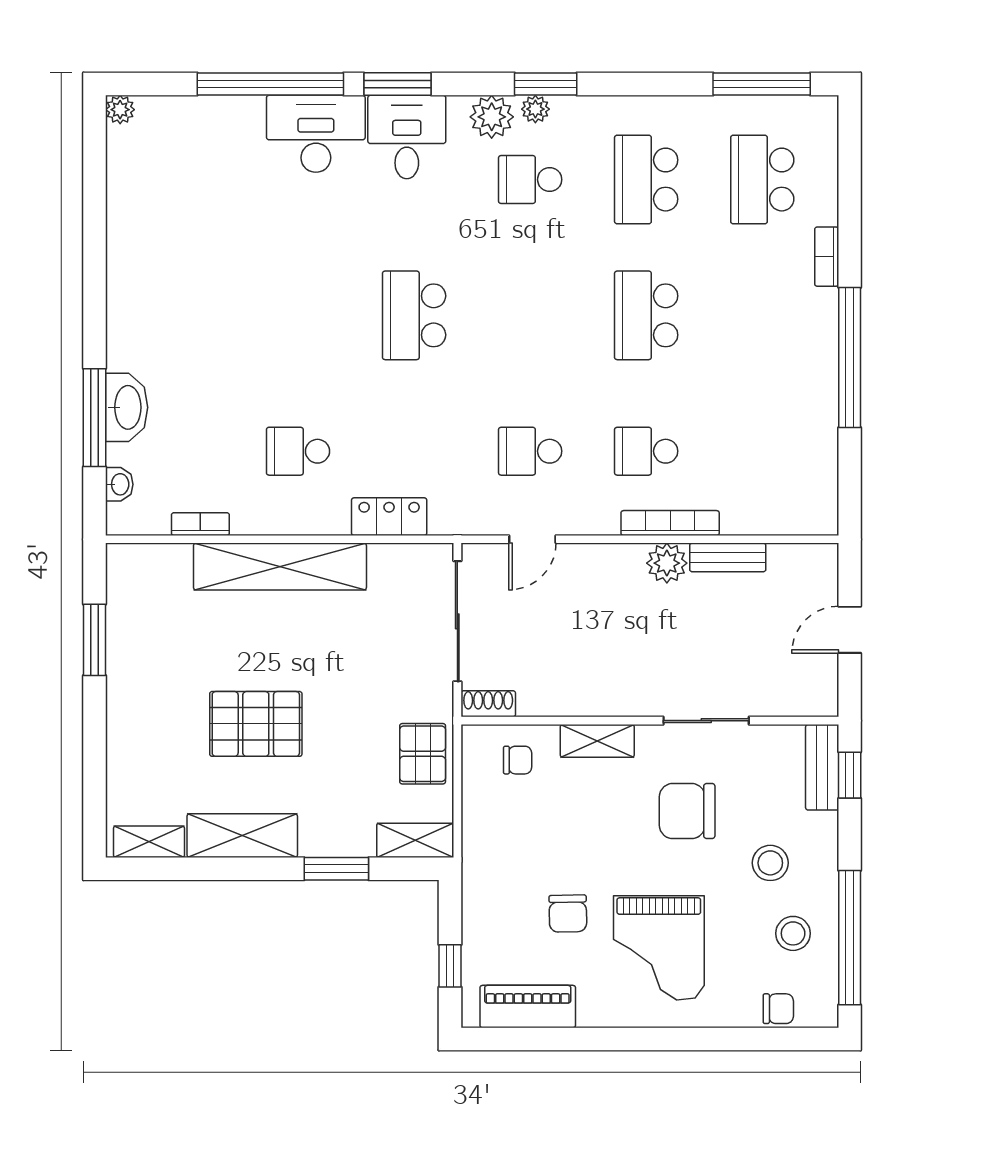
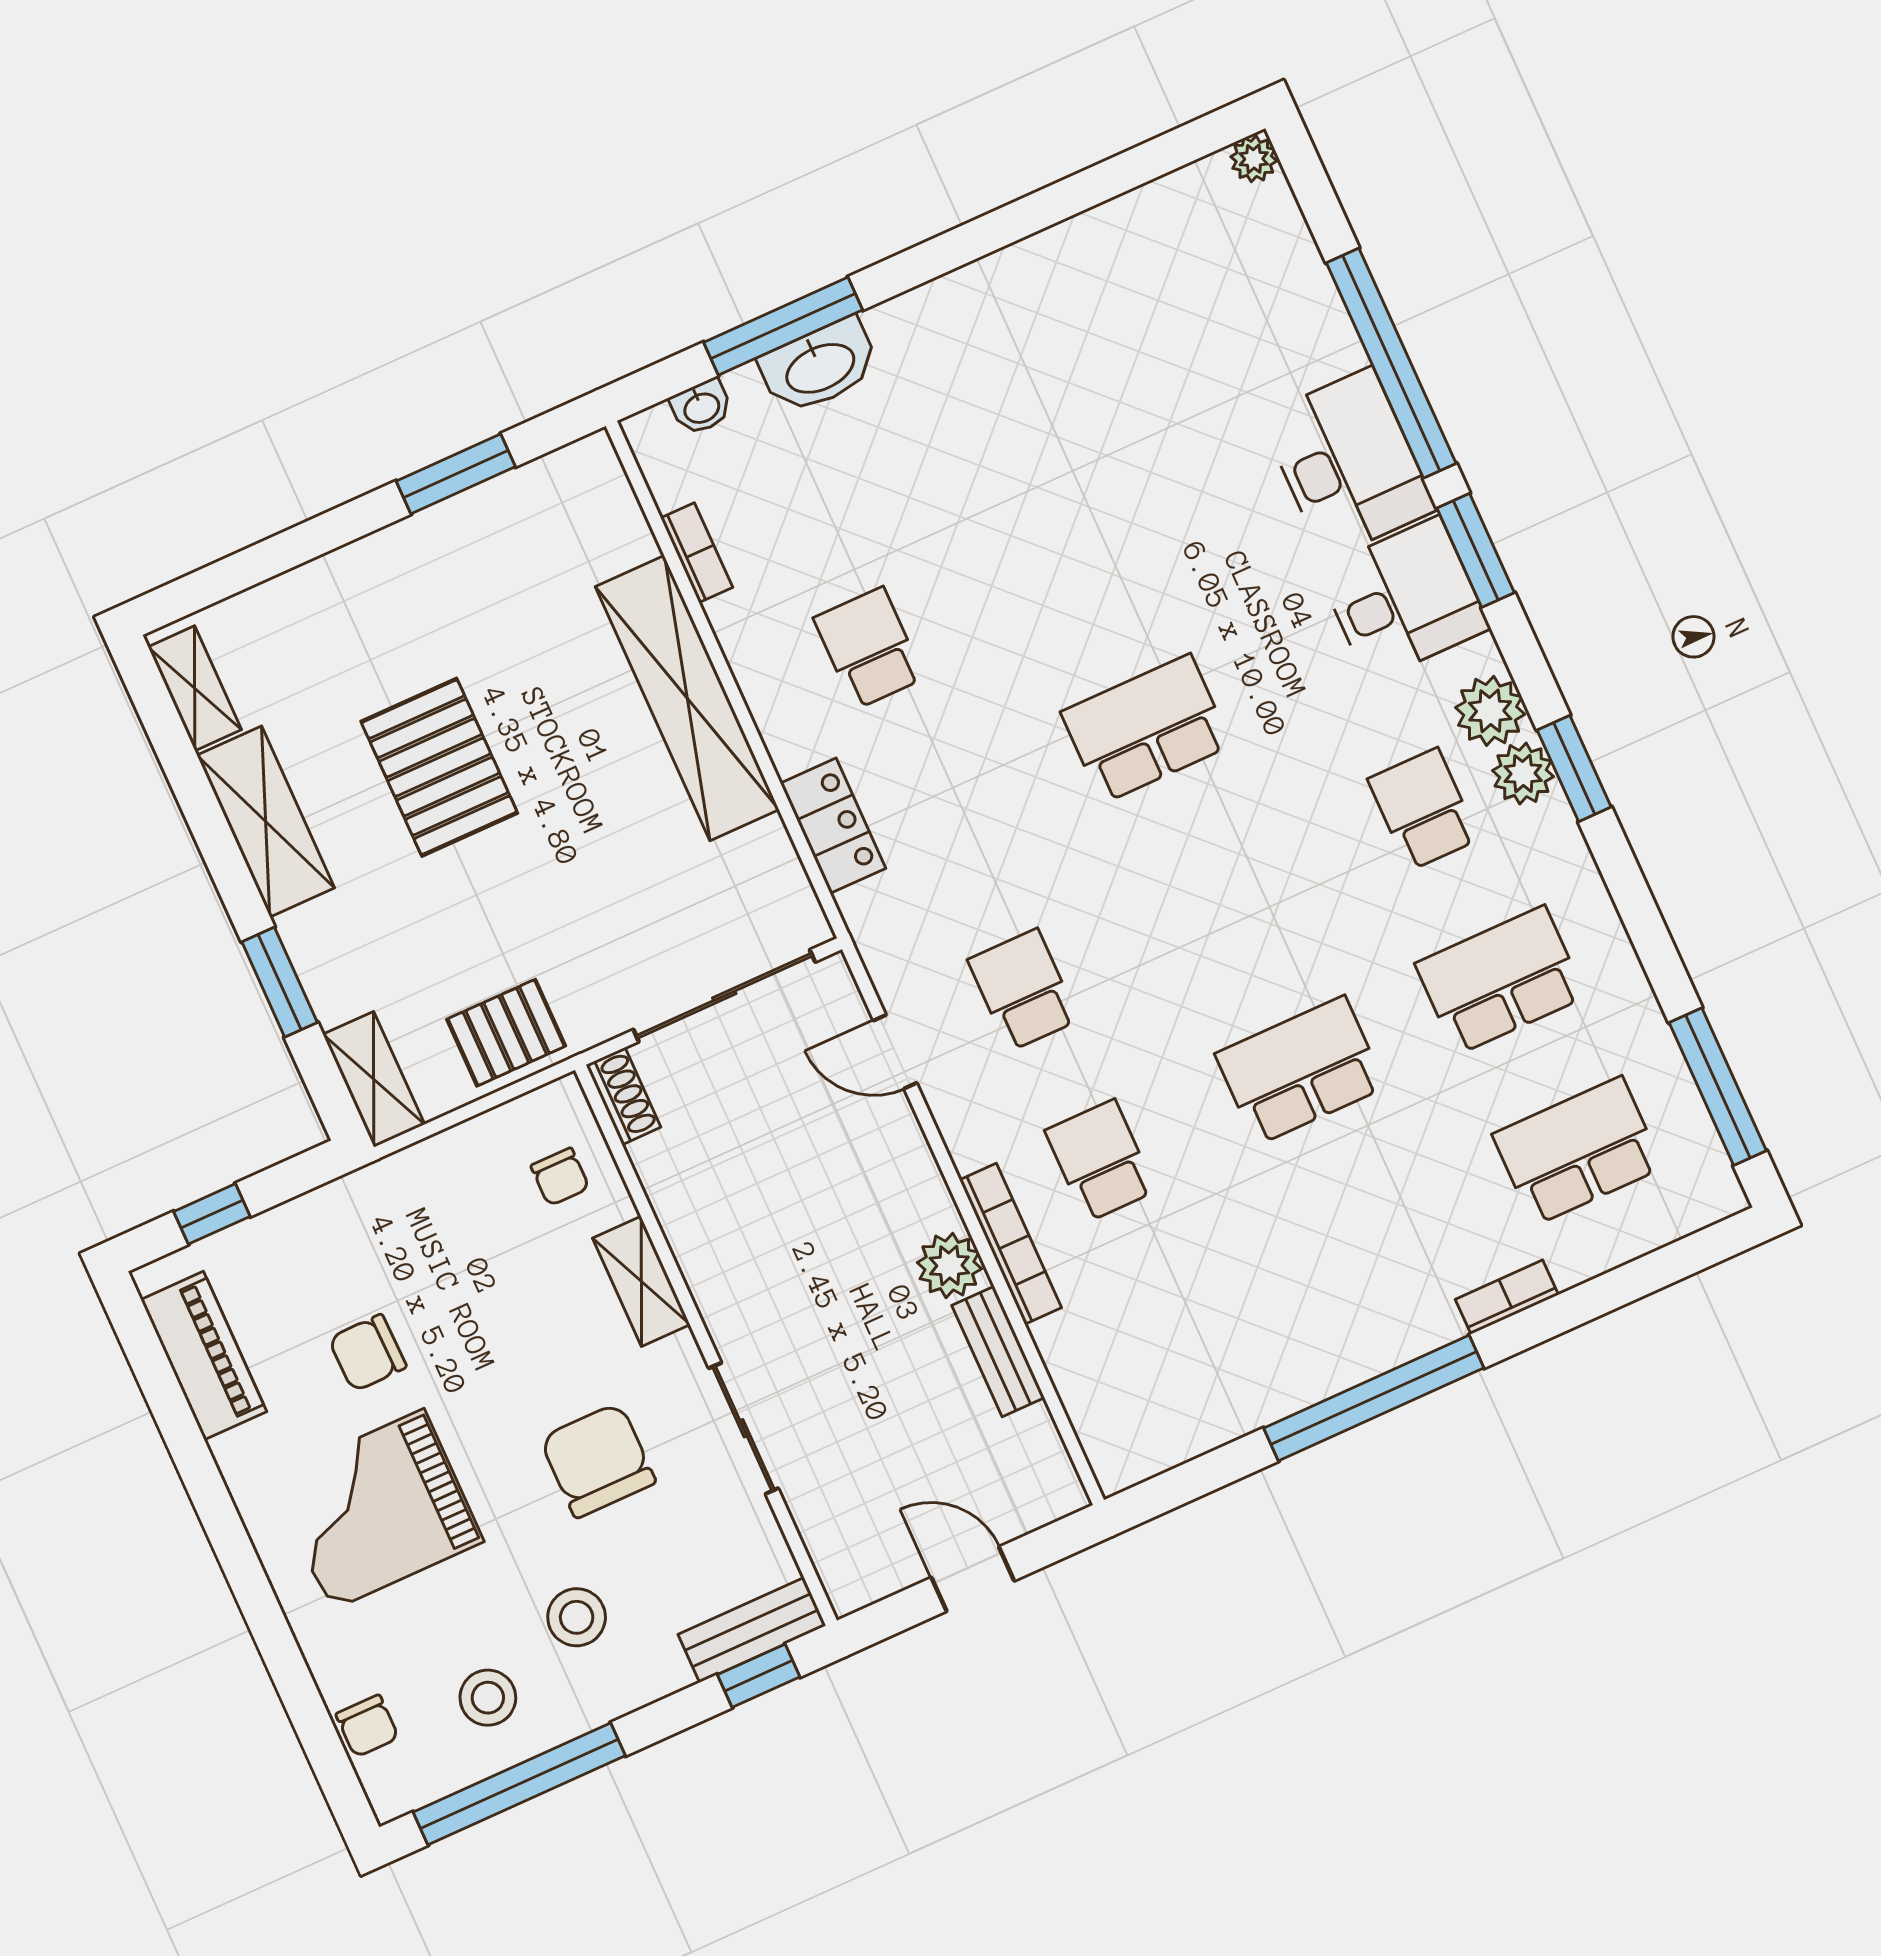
plant: (535, 109) -> (1523, 774), width x1.38, depth x1.38

